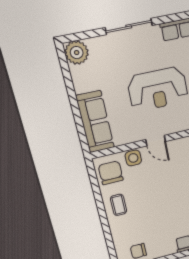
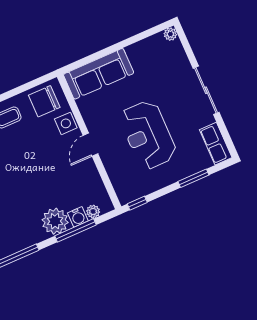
plant: (77, 53) -> (170, 34), width x0.53, depth x0.53
chair: (111, 173) -> (44, 101), turned 180

